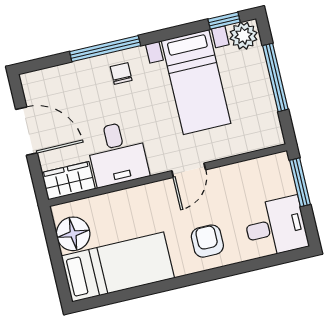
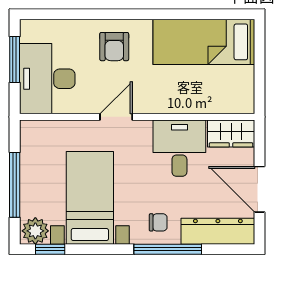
chair: (121, 73) -> (158, 222), turned -90
dresser: (59, 79) -> (218, 231), added
window: (300, 182) -> (15, 60), moved
desk: (276, 227) -> (47, 79), moved, width x1.37
floor lamp: (73, 234) -> (238, 83), removed

